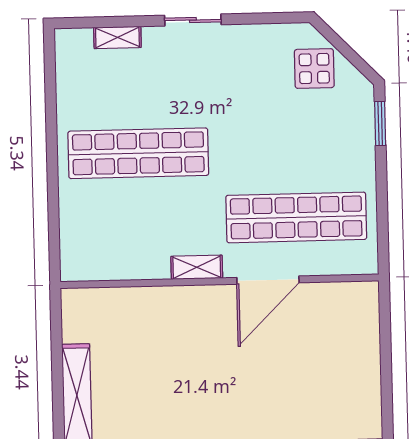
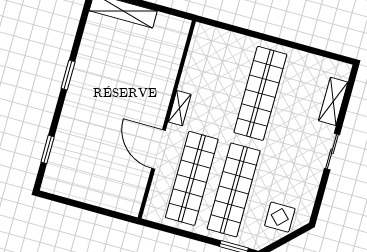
shelving: (117, 37) -> (333, 101), width x1.50, depth x1.33
shop shelf: (295, 149) -> (234, 190), added

